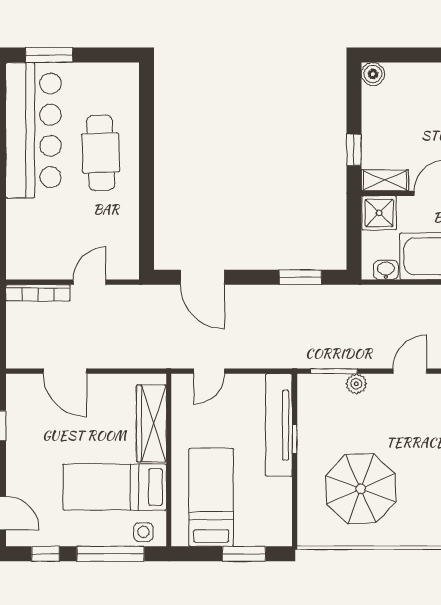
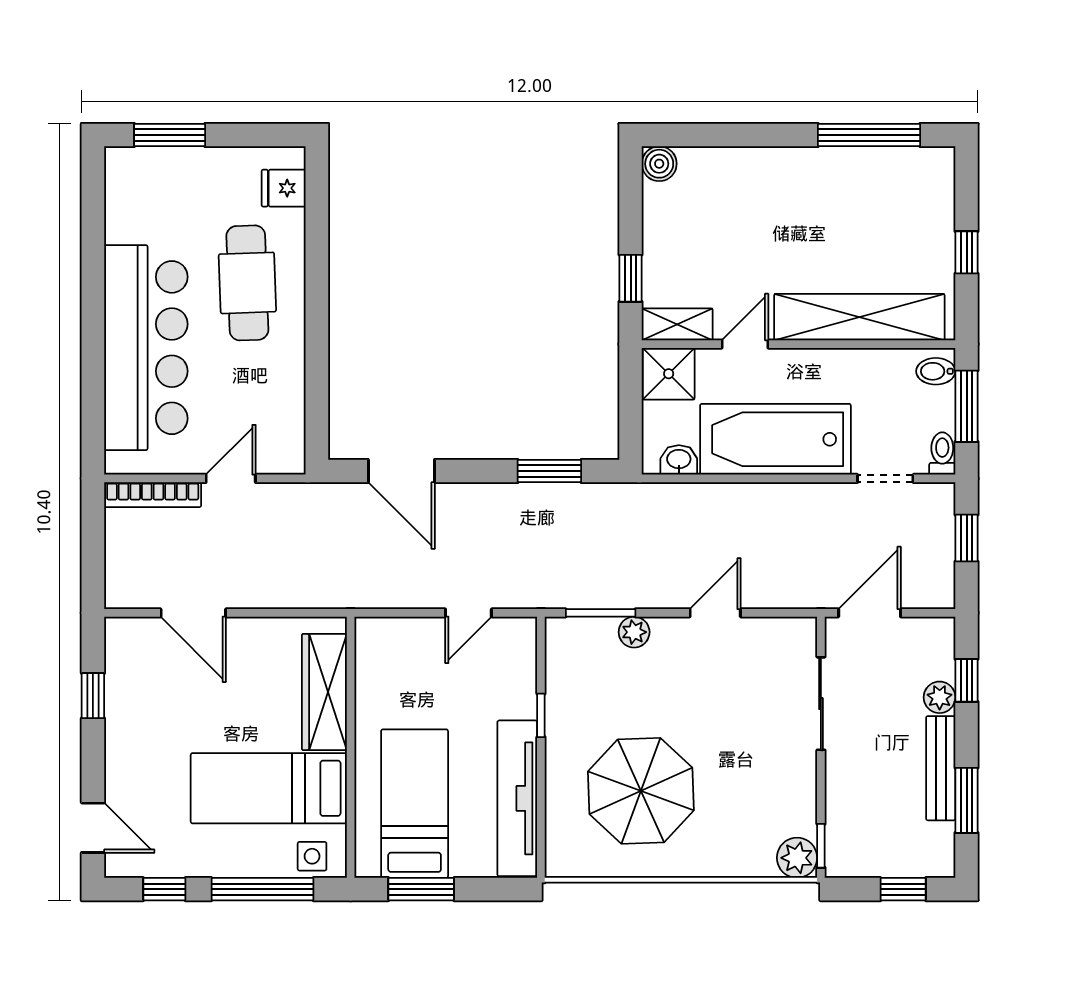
fridge: (125, 90) -> (284, 188), added
bar counter: (33, 130) -> (146, 348), moved
door: (209, 371) -> (468, 613), moved
tv unit: (279, 425) -> (517, 798), moved
window: (244, 554) -> (421, 889), moved

